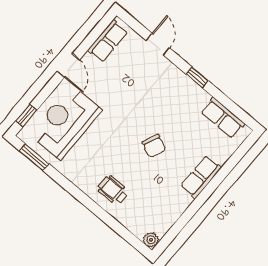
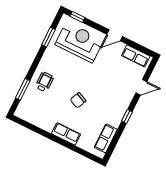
window: (34, 157) -> (48, 37), moved
window: (116, 226) -> (23, 89), added
plant: (151, 240) -> (20, 113), removed

